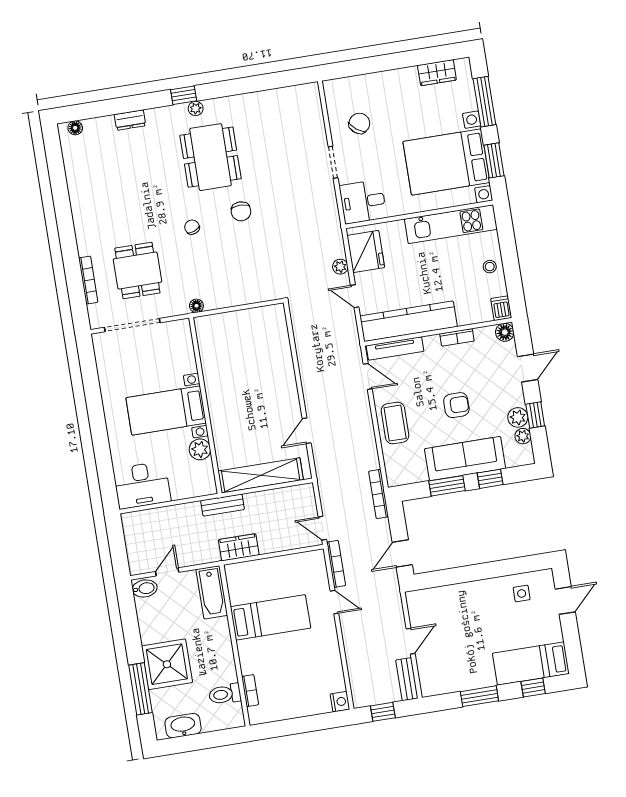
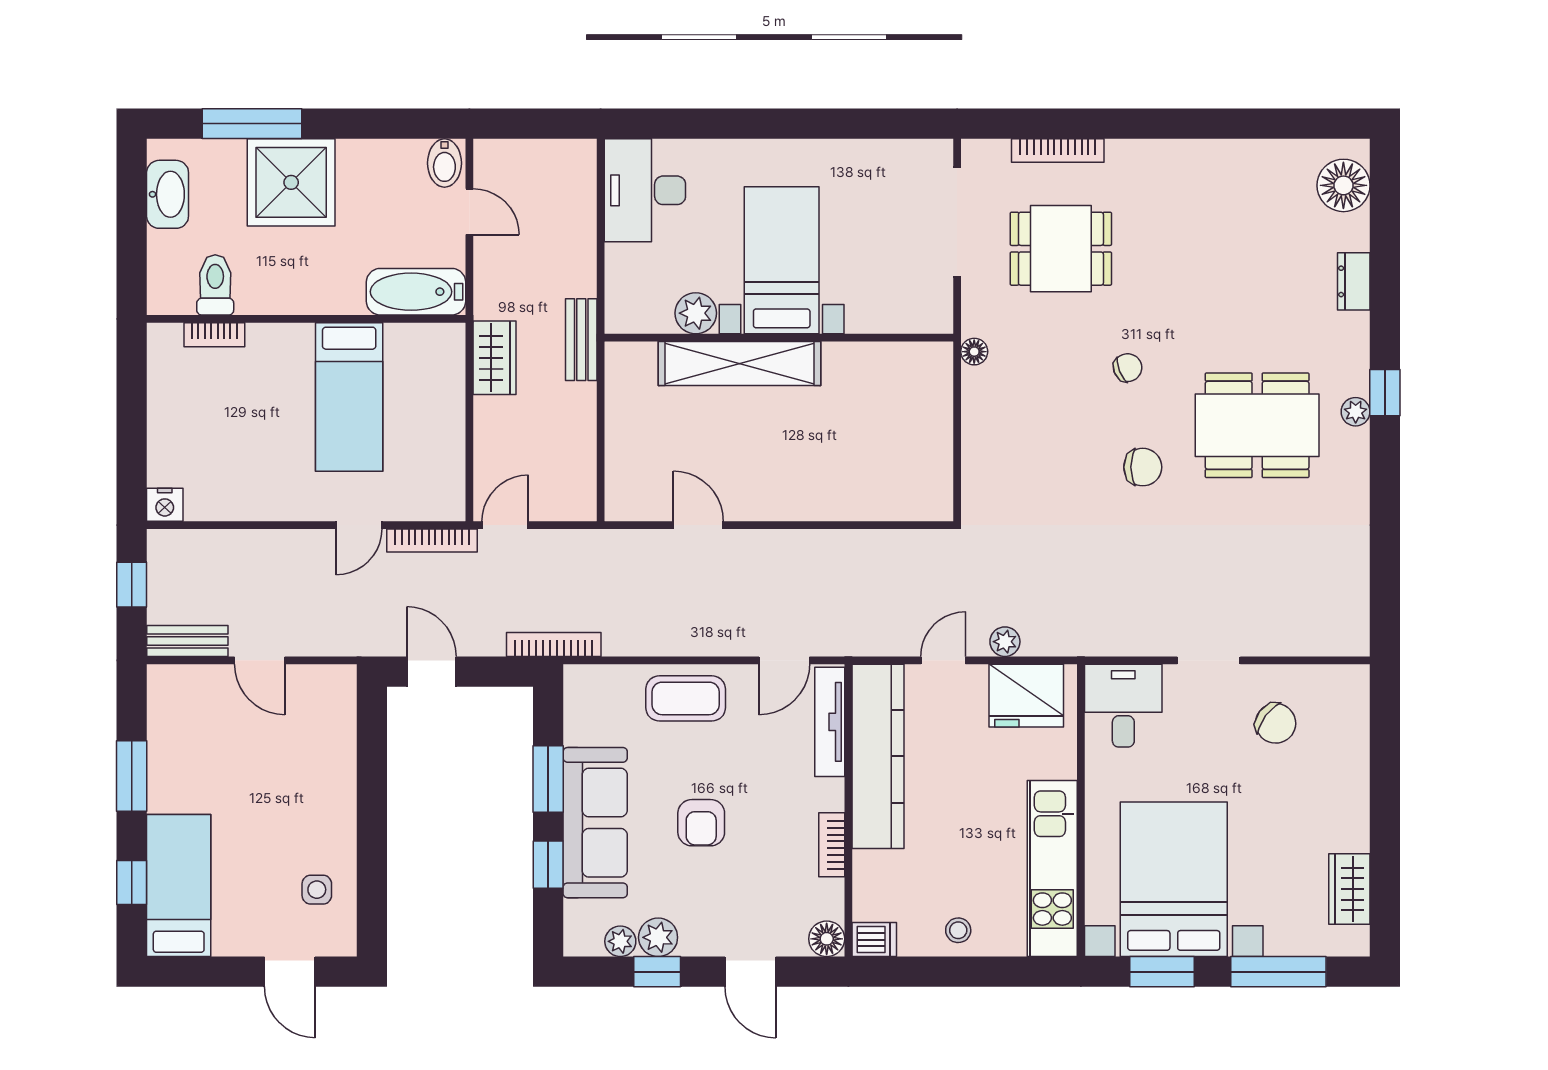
floor lamp: (75, 128) -> (1343, 185), width x1.89, depth x1.89
chair: (241, 211) -> (1143, 467), turned 180
shelving: (261, 475) -> (740, 363), moved, turned 90

